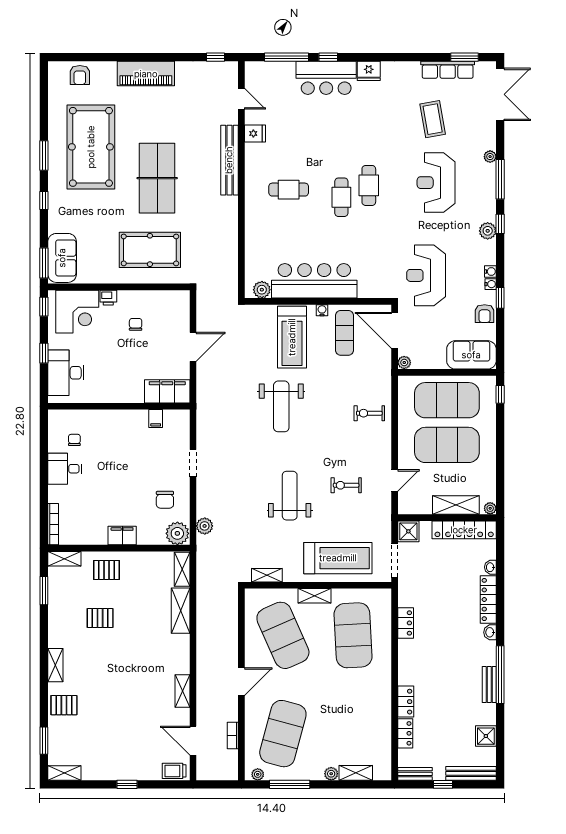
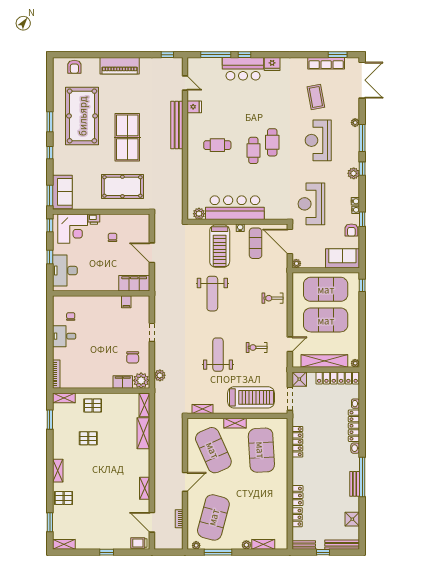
door: (193, 347) -> (152, 253), swing flipped
shelving: (456, 505) -> (324, 361), width x1.47
filing cabinet: (122, 536) -> (123, 382), moved
locker: (406, 623) -> (297, 442), width x1.53

